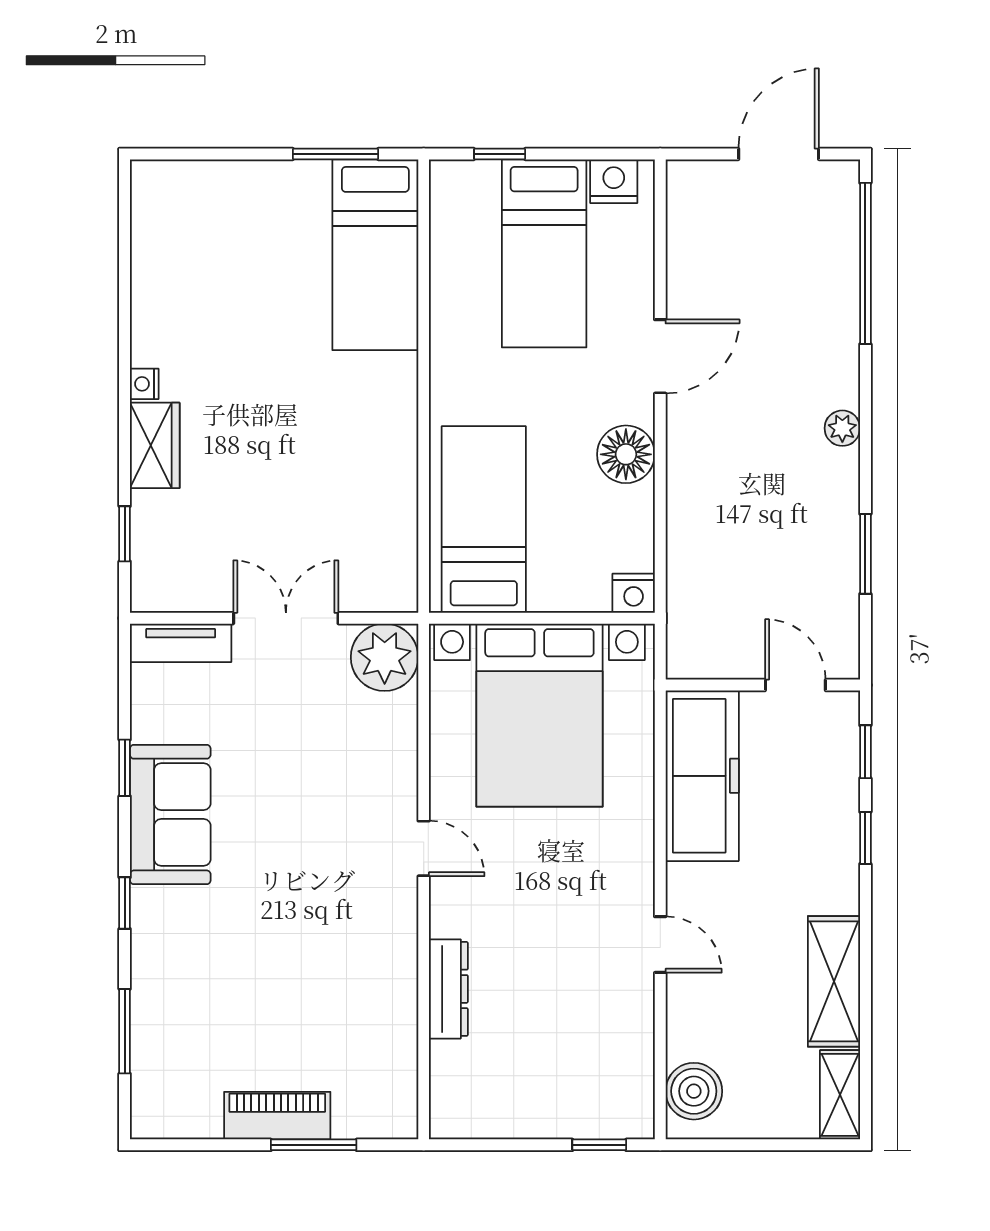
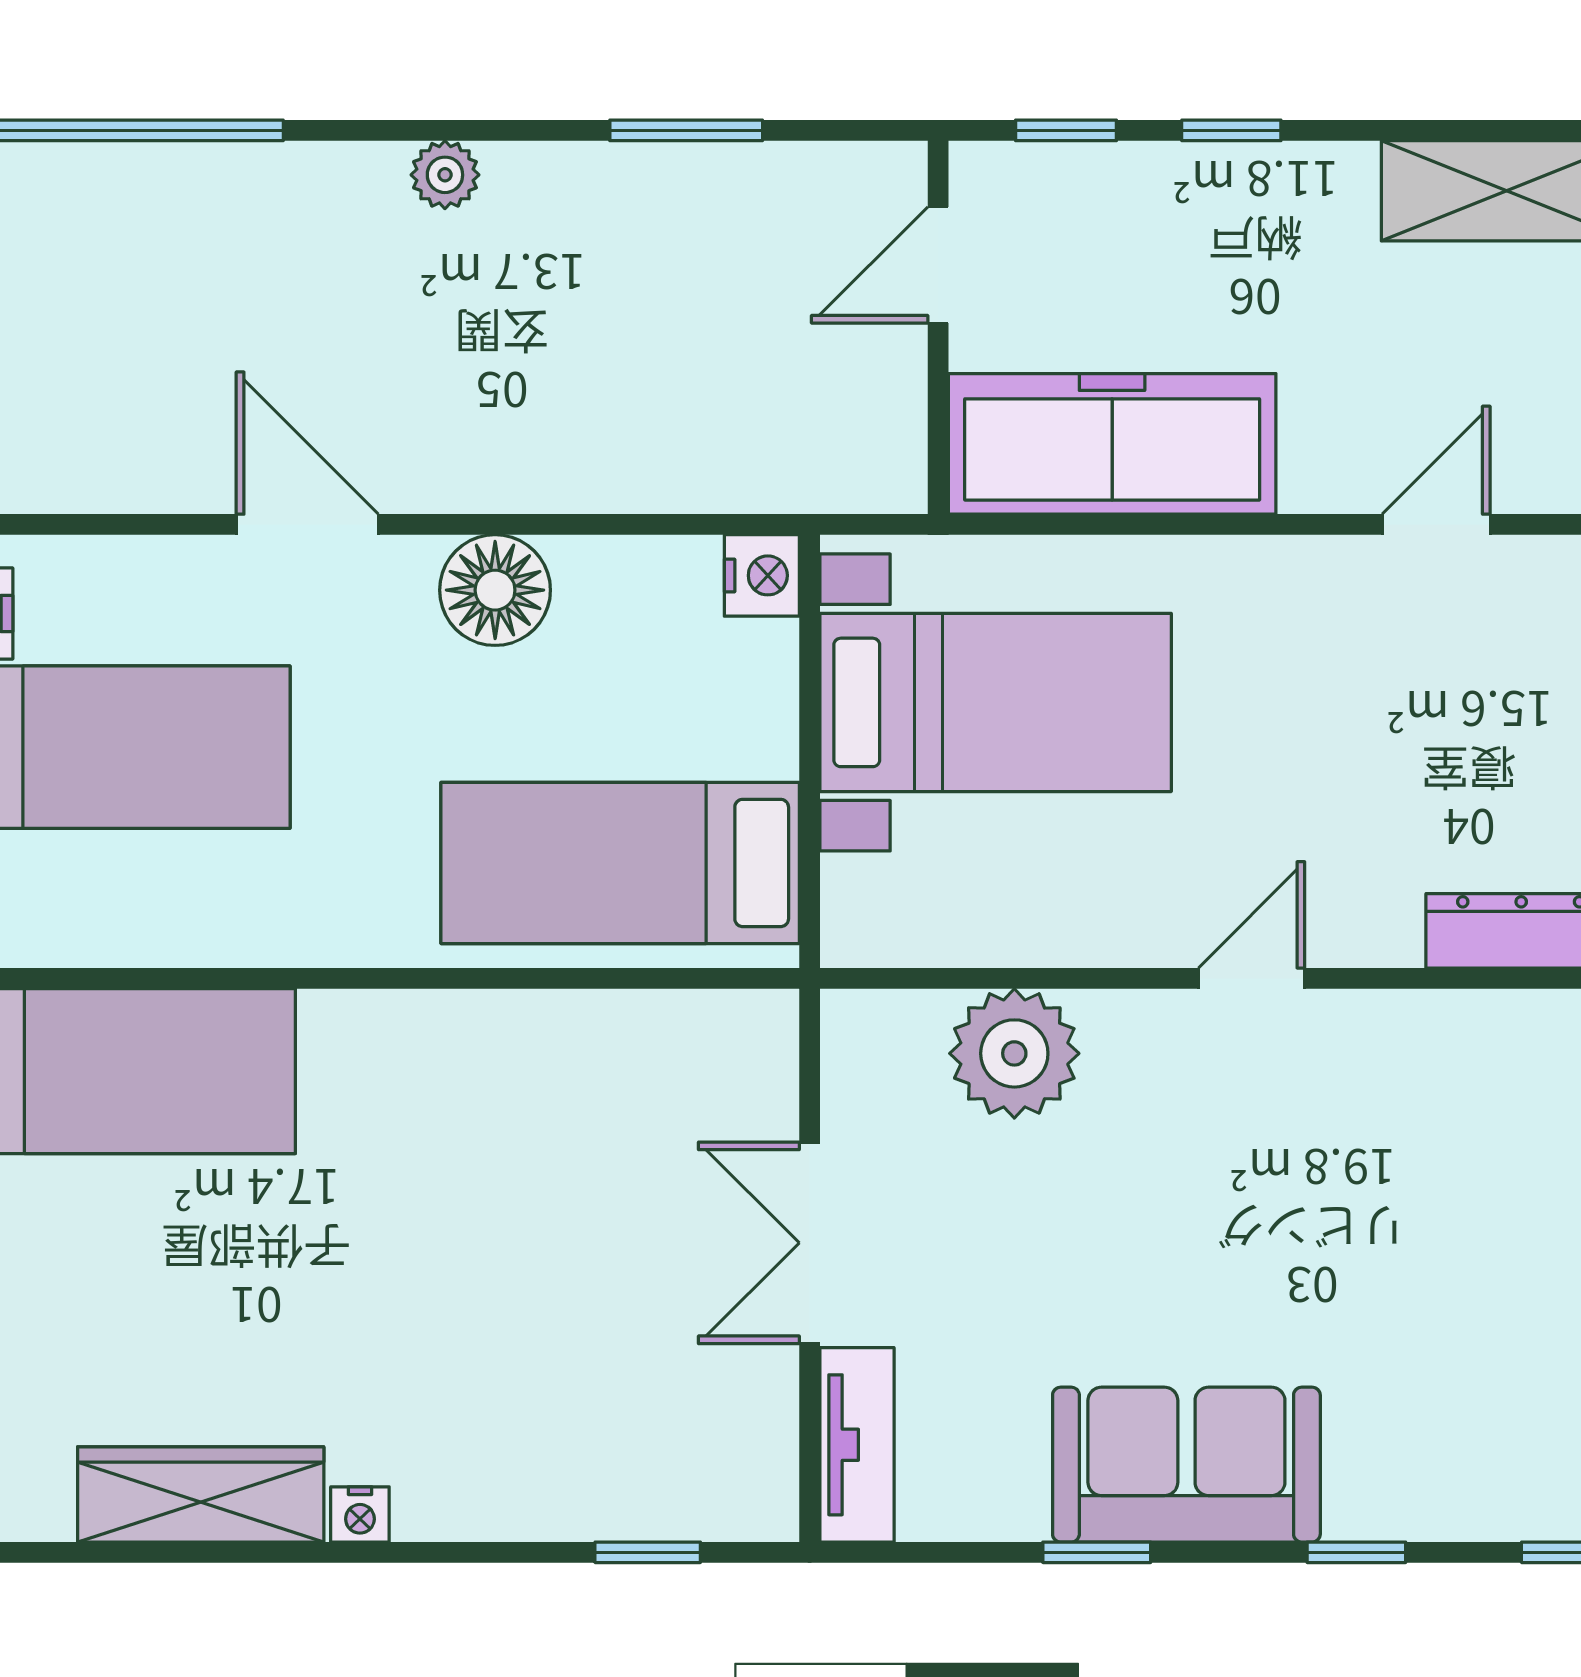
wardrobe: (155, 445) -> (201, 1494), moved, width x1.50
plant: (385, 657) -> (1014, 1053), moved
bed with nightstands: (539, 715) -> (996, 702), width x0.73

